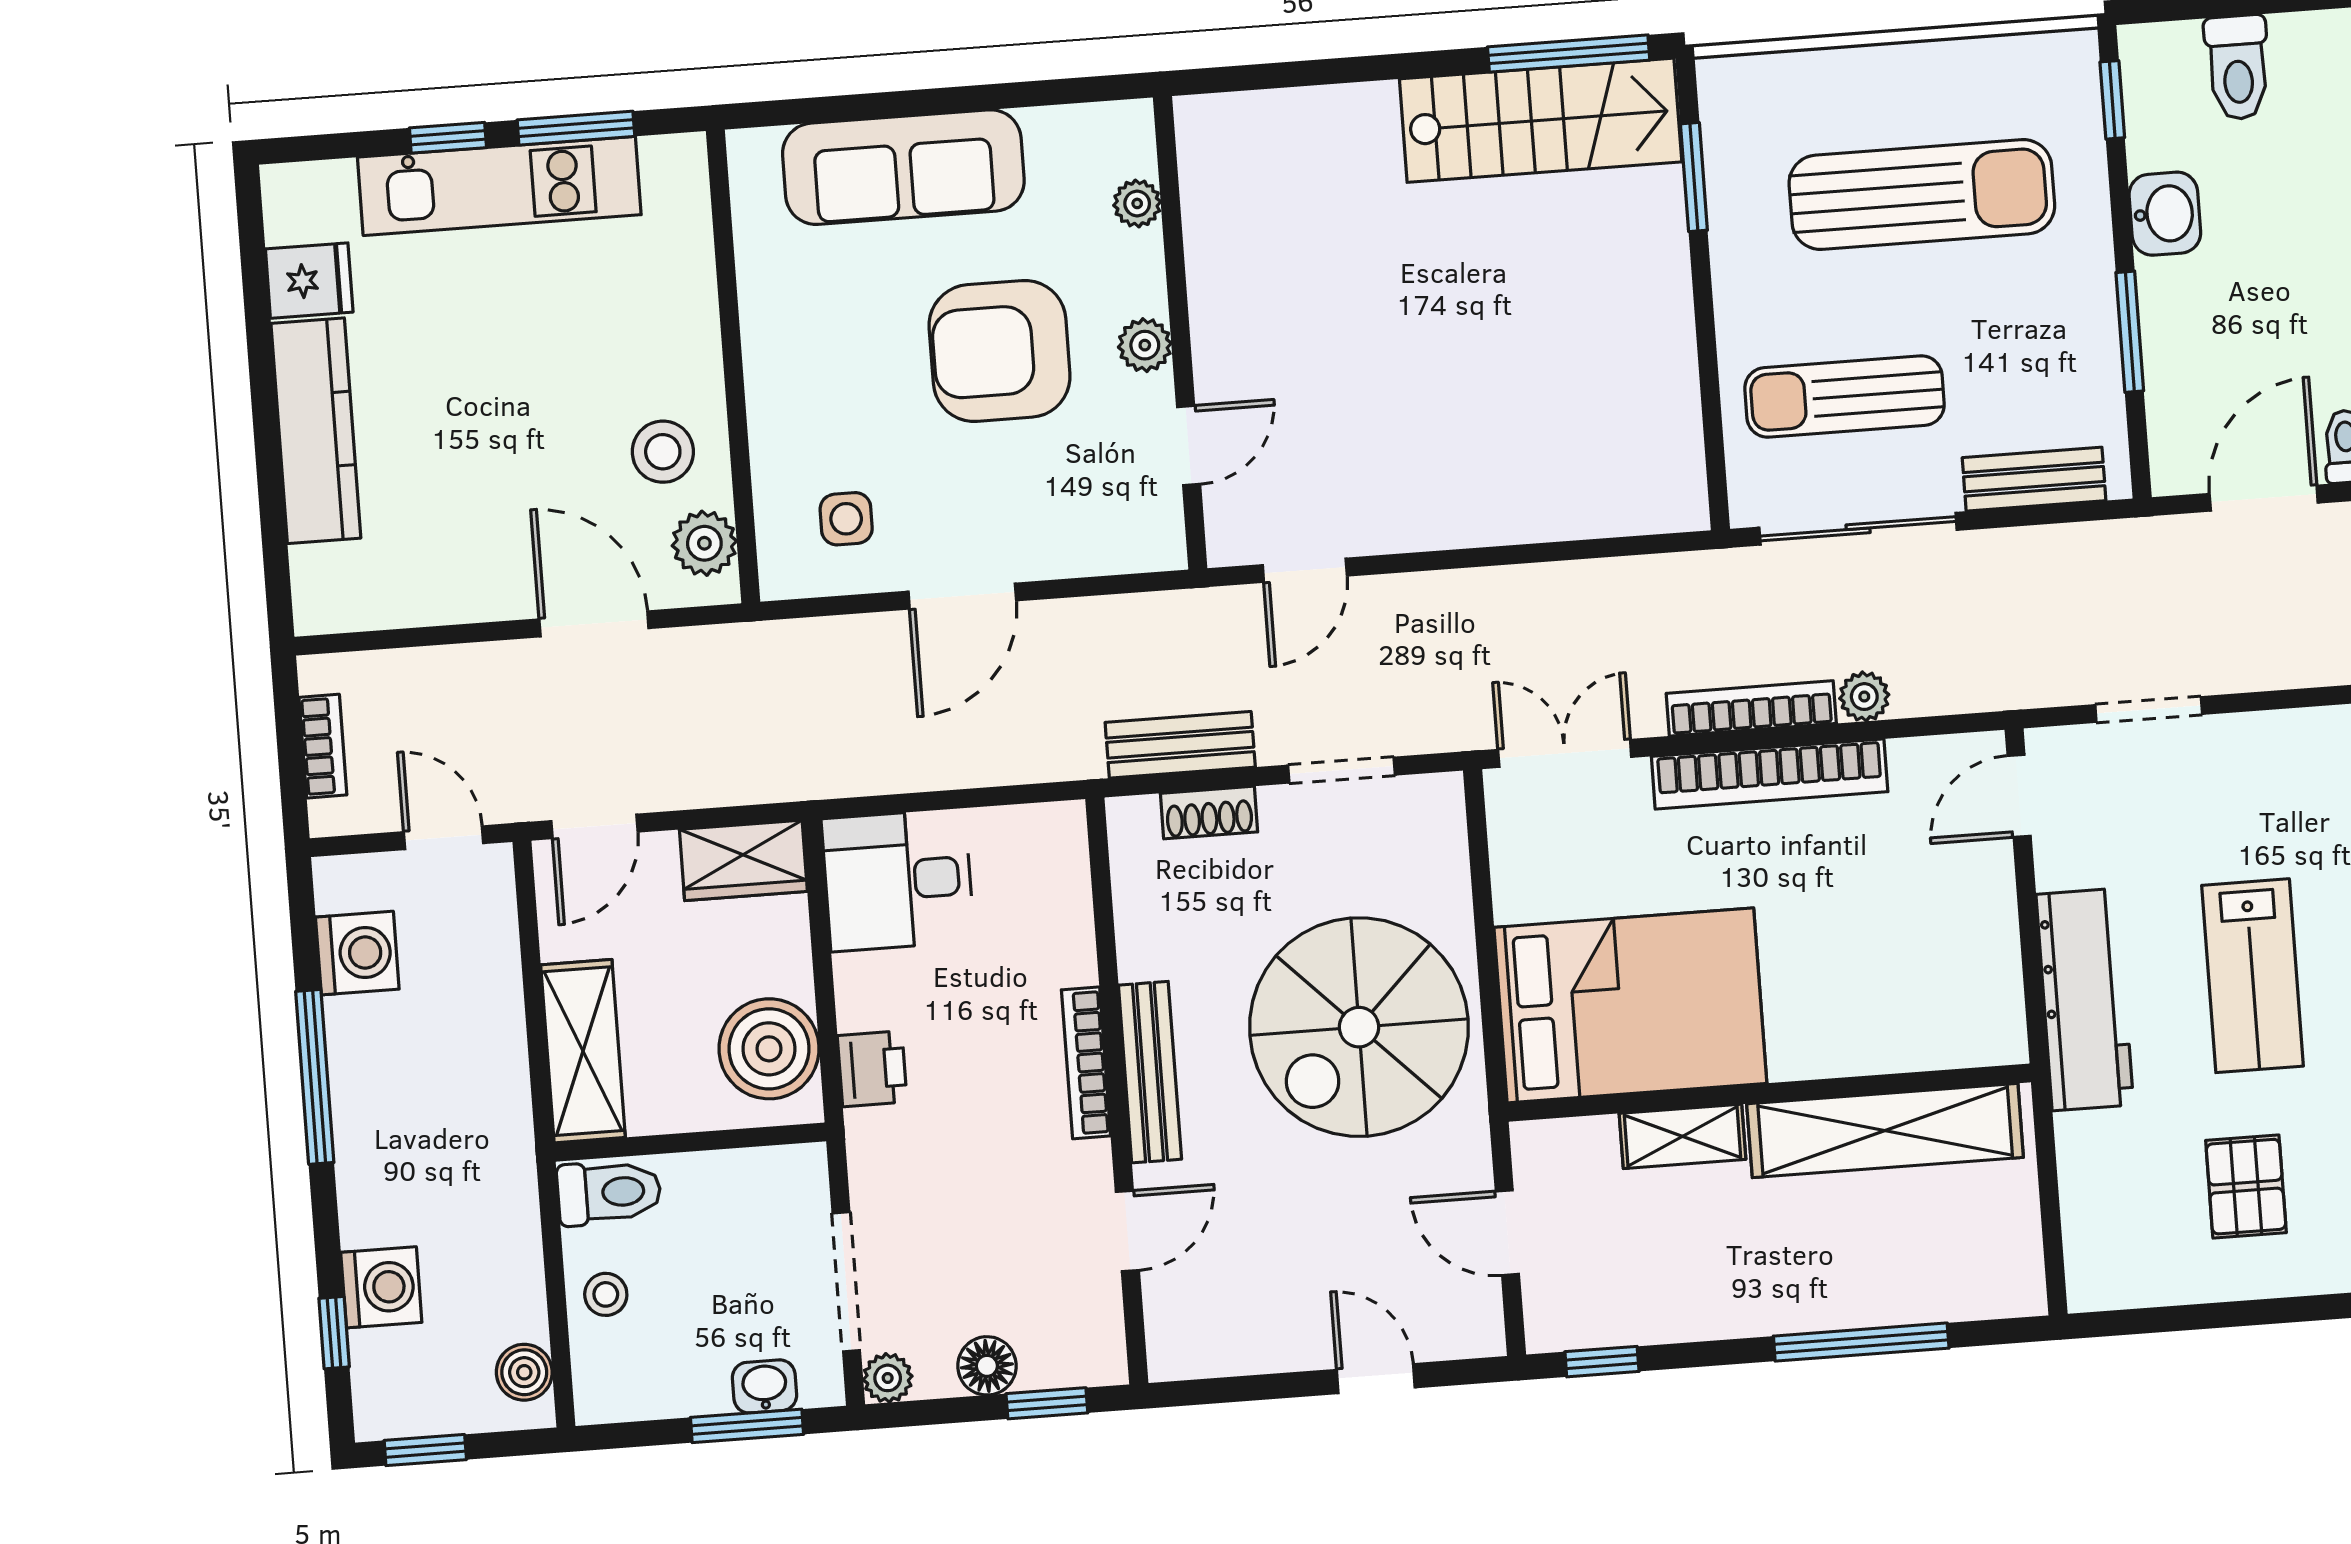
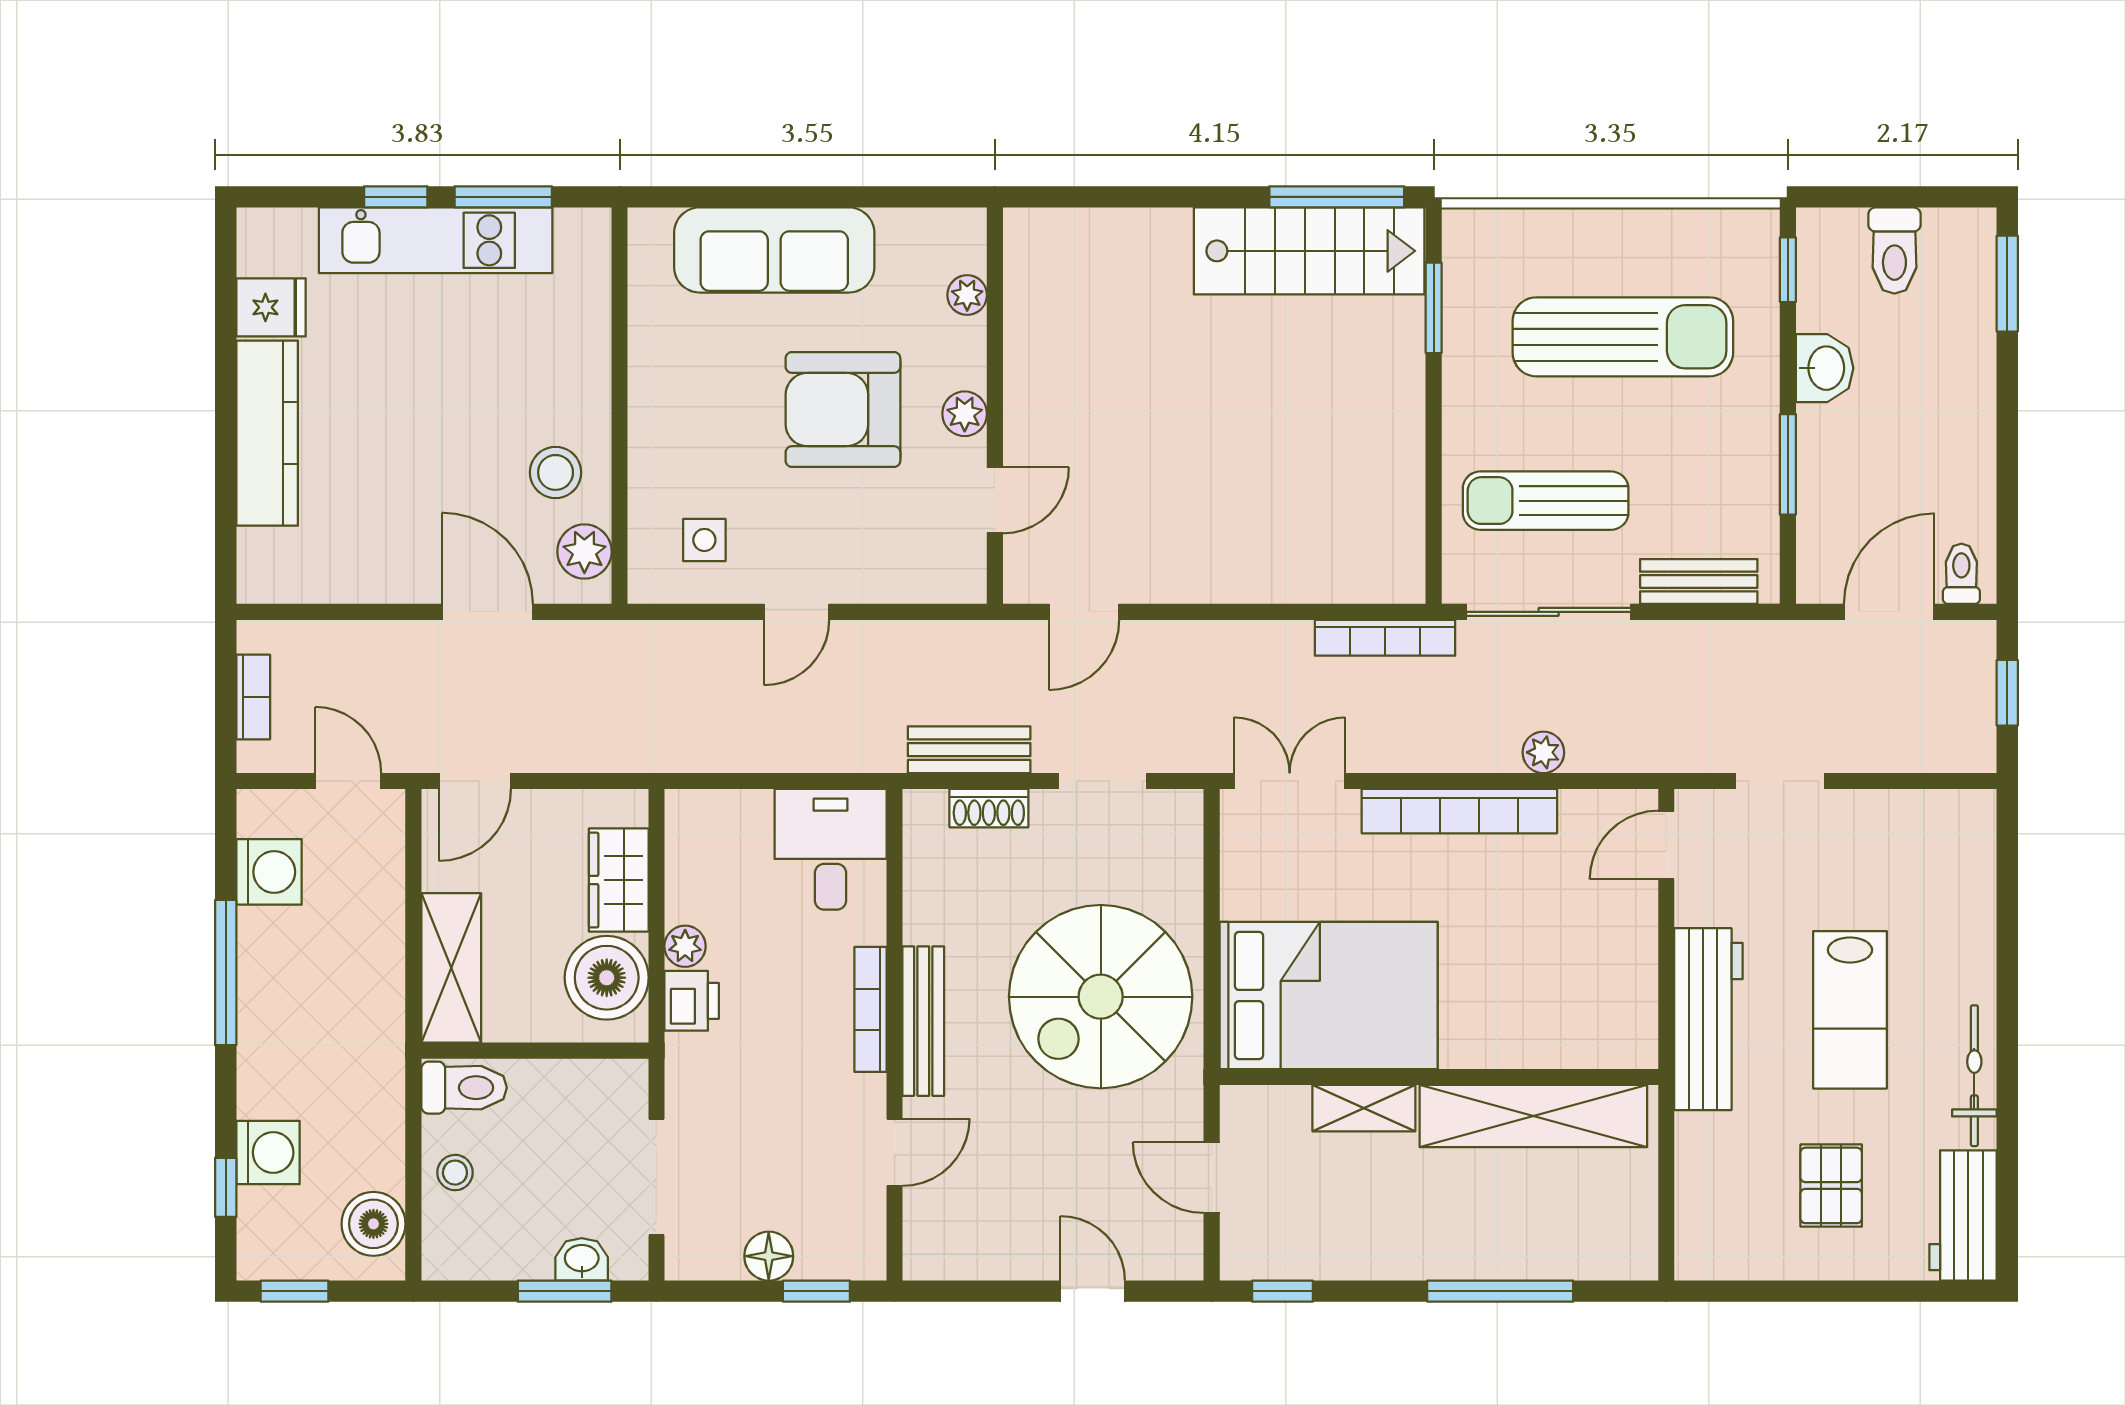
door: (962, 596) -> (797, 612), width x0.73
bookcase: (1751, 708) -> (1385, 638), moved, turned 180
wardrobe: (743, 860) -> (619, 880), moved, turned 90
desk: (898, 880) -> (831, 849), moved, turned 90
boiler: (524, 1372) -> (373, 1224), width x1.36, depth x1.36
plant: (888, 1378) -> (685, 946), moved

